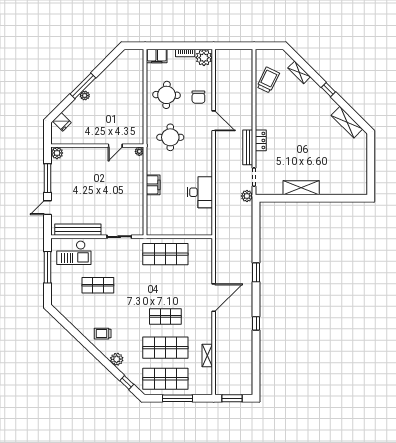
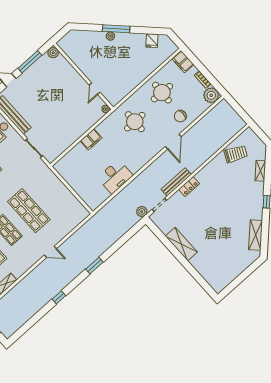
fridge: (62, 122) -> (152, 41), moved
door: (115, 146) -> (95, 89), hinge flipped
shop shelf: (165, 254) -> (29, 211), moved
door: (214, 298) -> (50, 252), width x0.53

